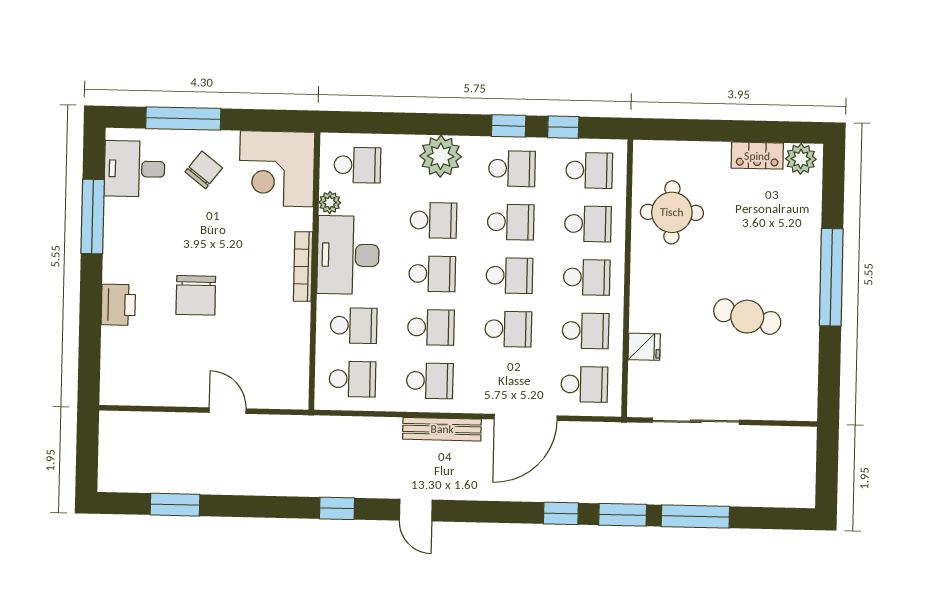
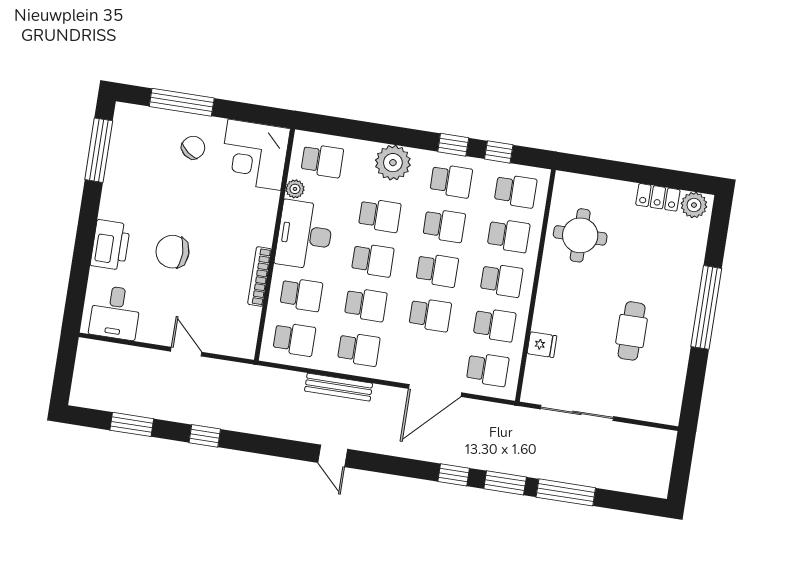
desk: (135, 169) -> (115, 313), moved, turned -90
window: (93, 216) -> (99, 150), moved
bookcase: (303, 267) -> (260, 276), moved
chair: (196, 295) -> (172, 252), turned 90
printer: (118, 305) -> (110, 245), width x1.37, depth x1.19
cafe table: (747, 317) -> (632, 331), turned 76
bench: (442, 429) -> (339, 387), moved
window: (337, 508) -> (205, 436), moved

